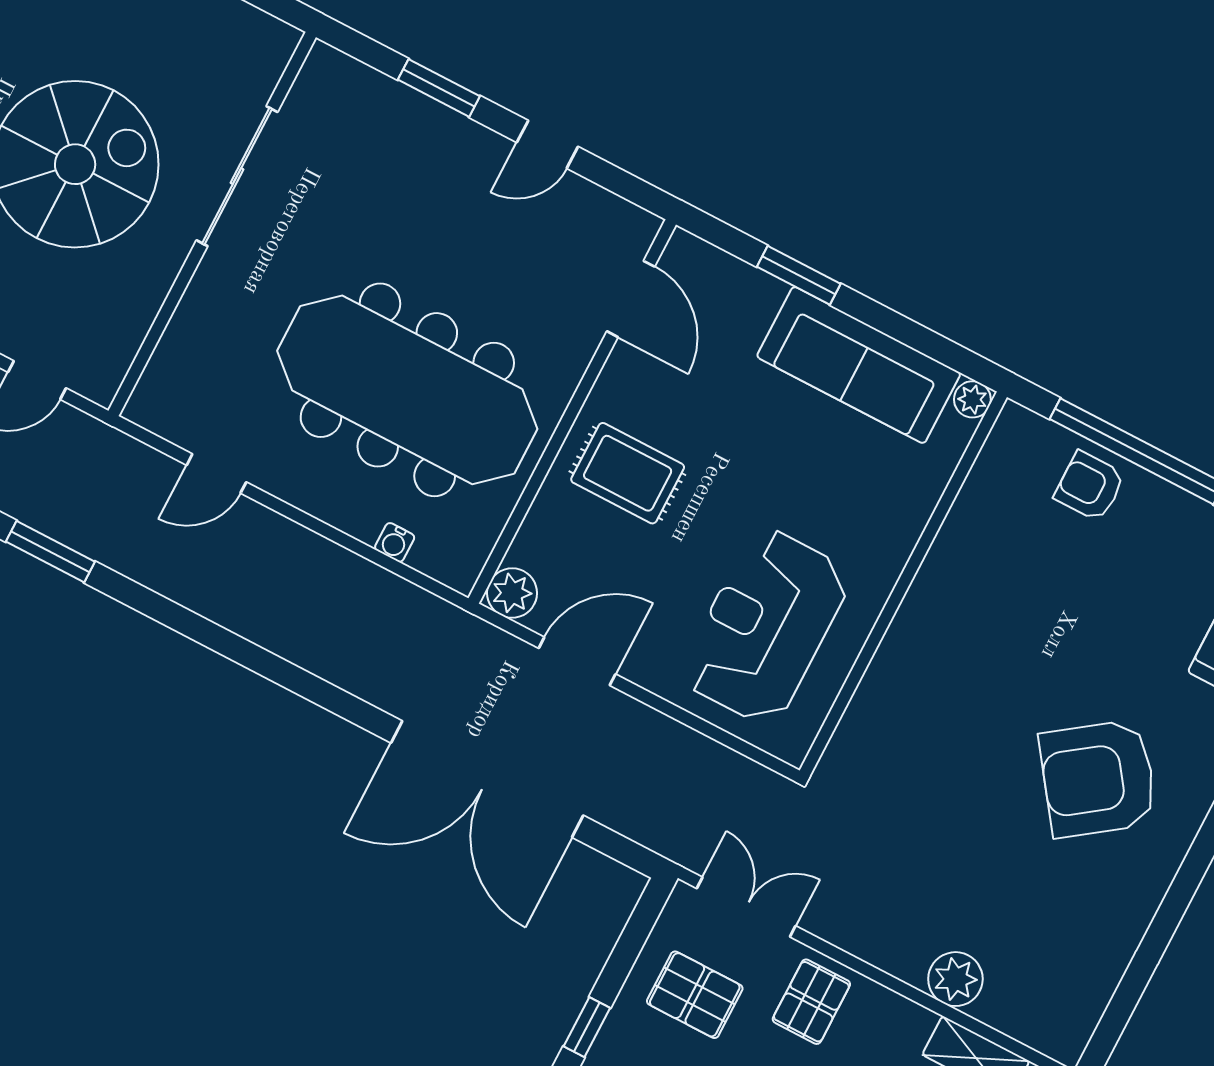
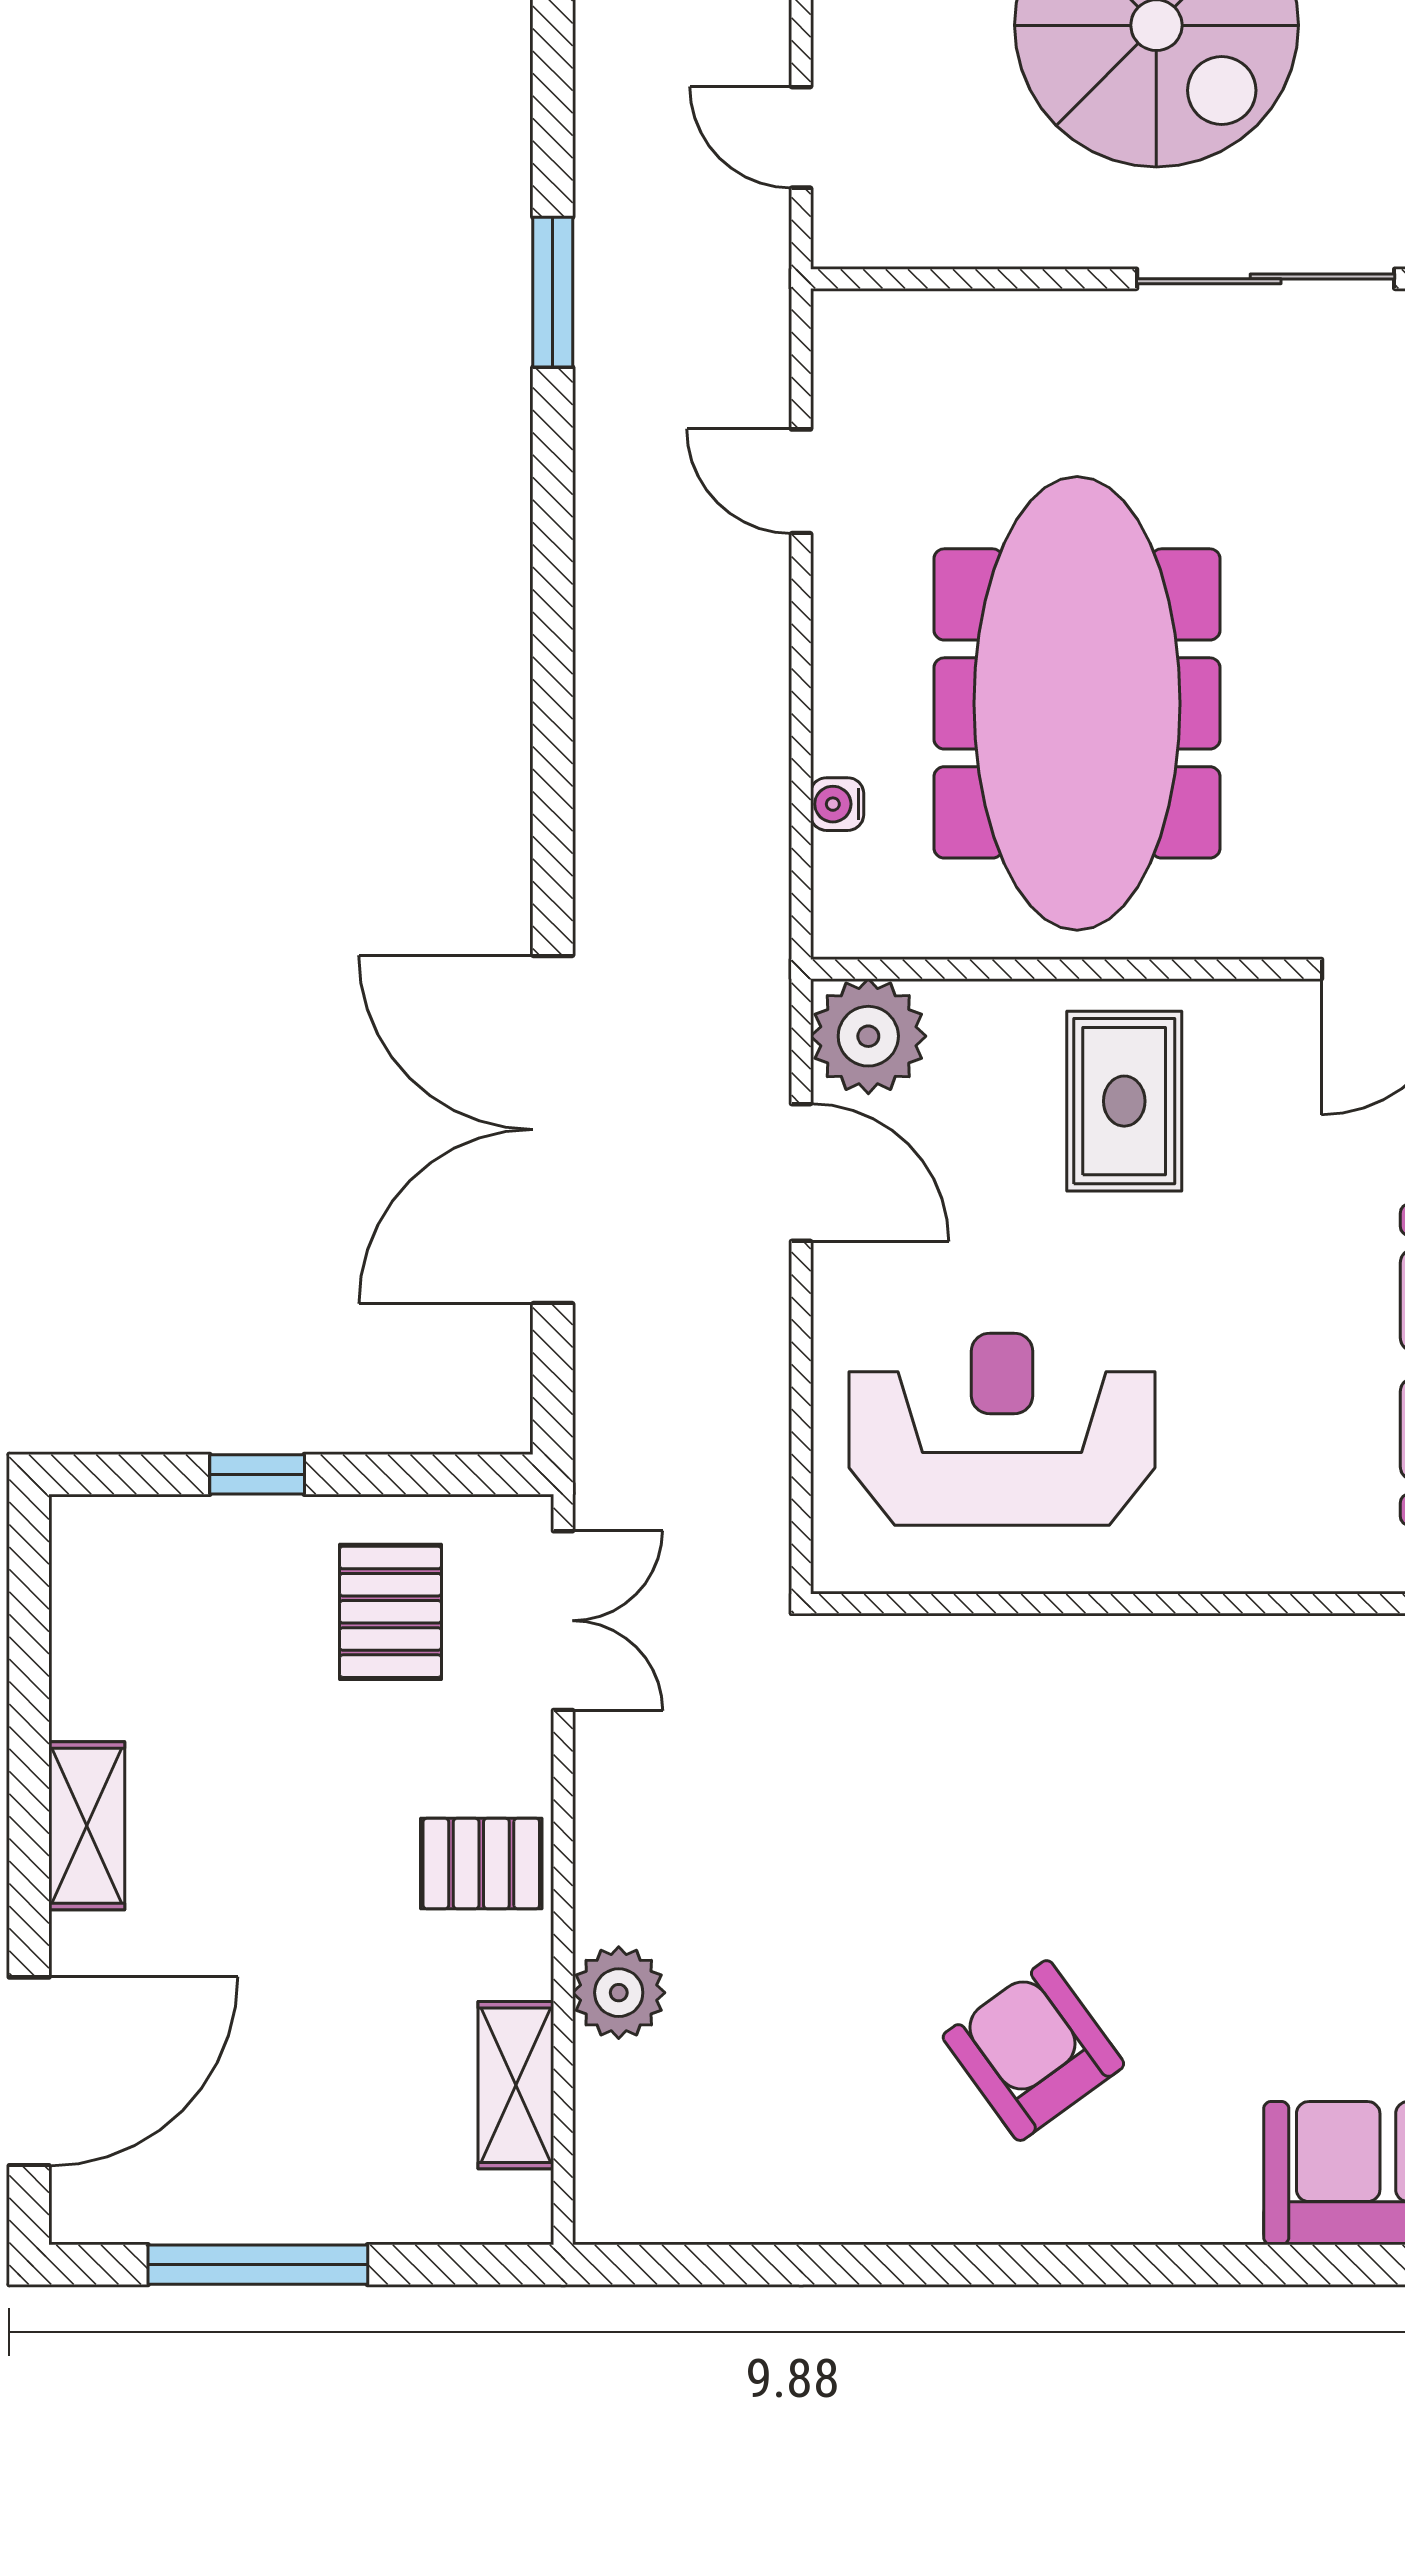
plant: (512, 593) -> (868, 1036), width x1.36, depth x1.36
armchair: (1098, 778) -> (1033, 2051), width x0.73, depth x0.73
pallet: (811, 1002) -> (481, 1864), moved

